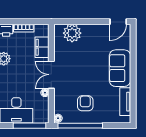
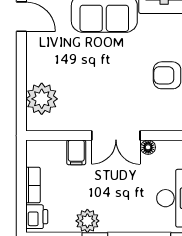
filing cabinet: (42, 47) -> (76, 152), width x0.50

